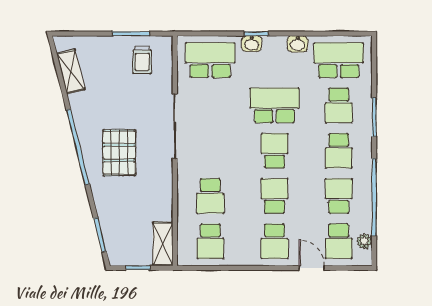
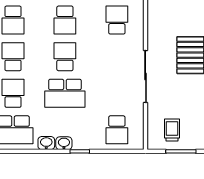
washbasin: (252, 44) -> (64, 143), moved
school desk: (210, 60) -> (117, 130), width x0.54
school desk: (274, 151) -> (65, 57), turned 180

